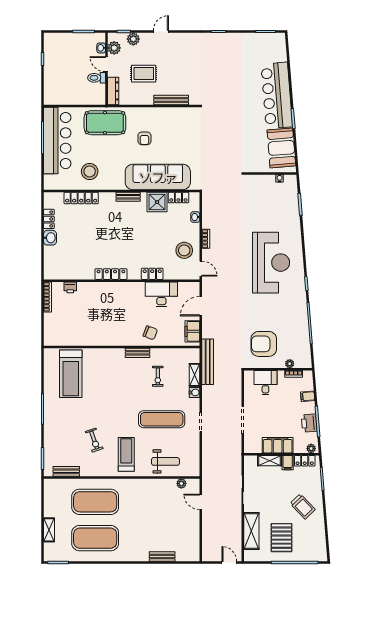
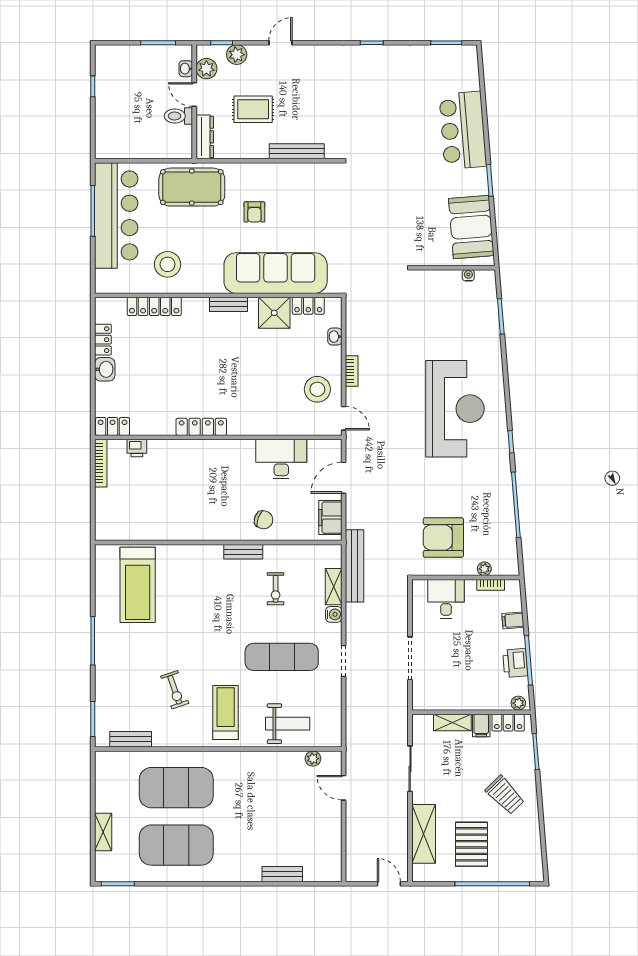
bar counter: (277, 95) -> (463, 130), width x0.73
locker: (152, 274) -> (113, 426), moved
filing cabinet: (278, 445) -> (465, 698), removed

